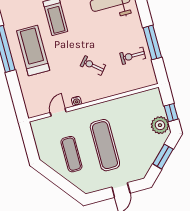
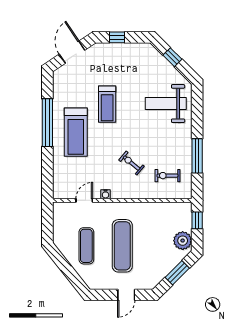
treadmill: (33, 51) -> (76, 132), turned 180
exercise bike: (133, 56) -> (167, 176), moved
window: (171, 113) -> (197, 220), moved

